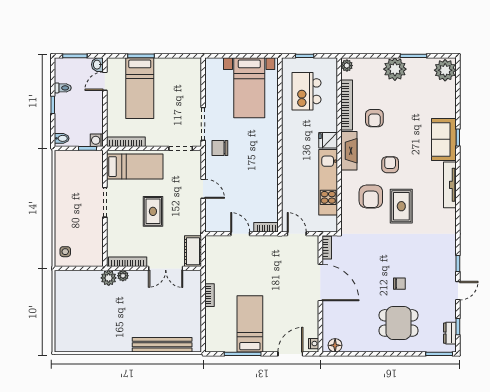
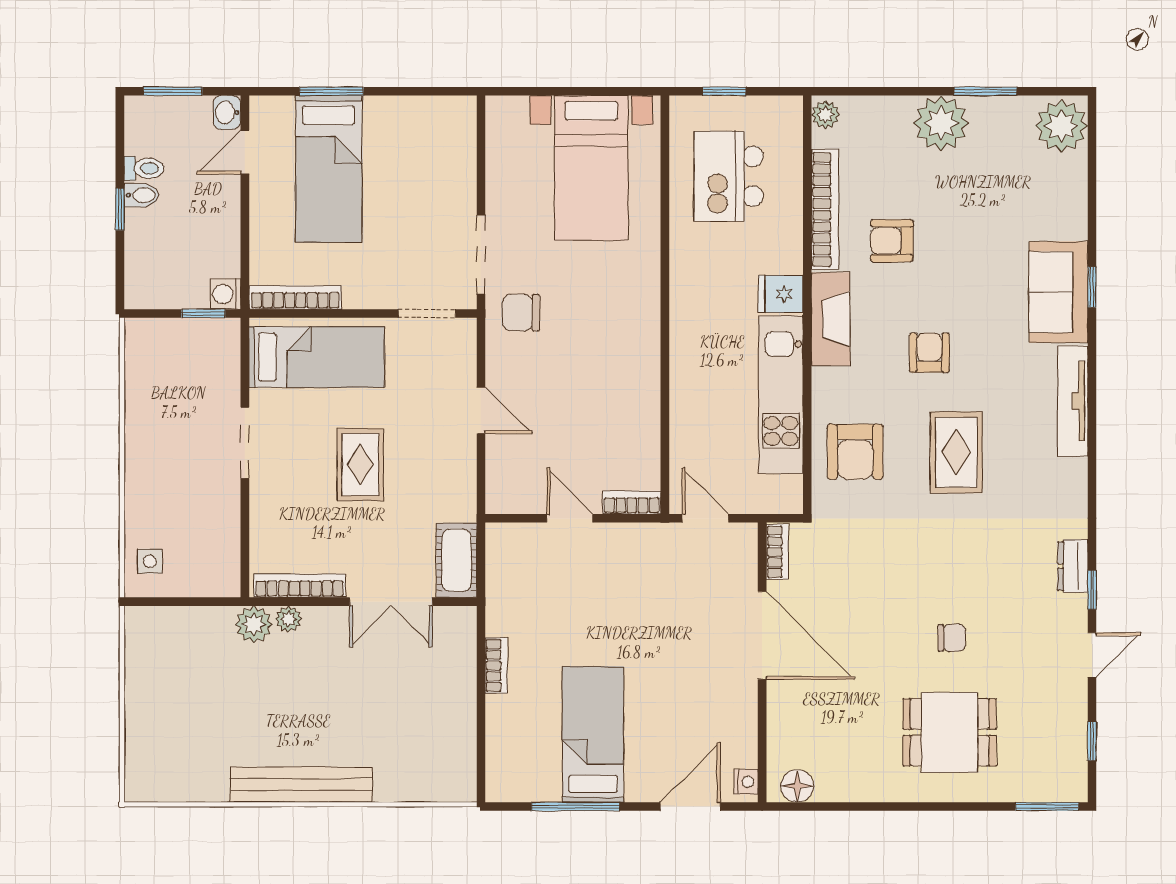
armchair: (374, 118) -> (892, 241), turned 90
bidet: (62, 138) -> (141, 195), moved
armchair: (371, 197) -> (855, 452), moved
dresser: (450, 333) -> (1073, 566), moved
bench: (162, 345) -> (301, 785), moved

